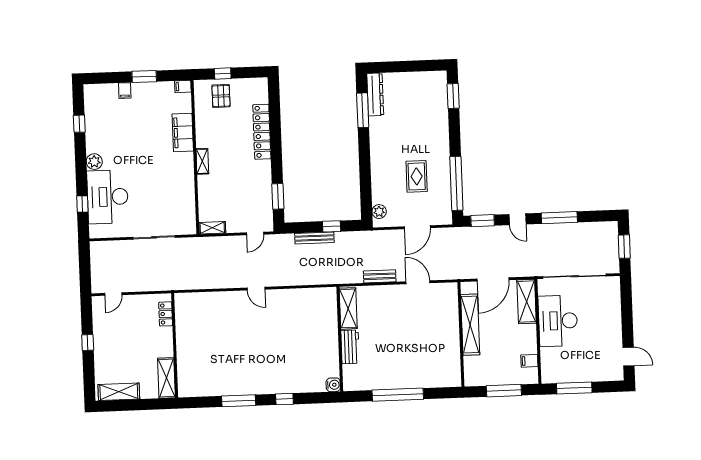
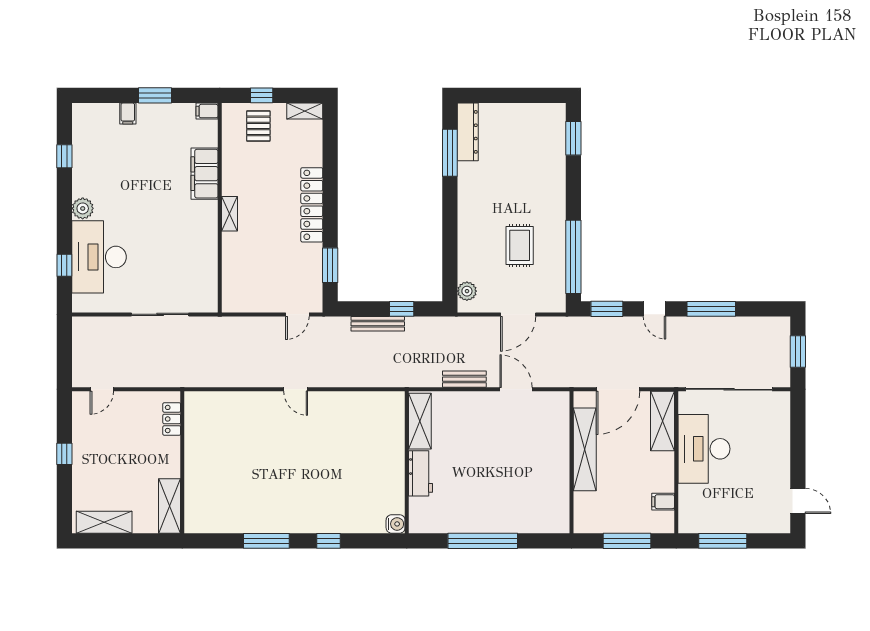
locker: (262, 132) -> (312, 205), moved
shelving: (212, 228) -> (305, 111), moved

